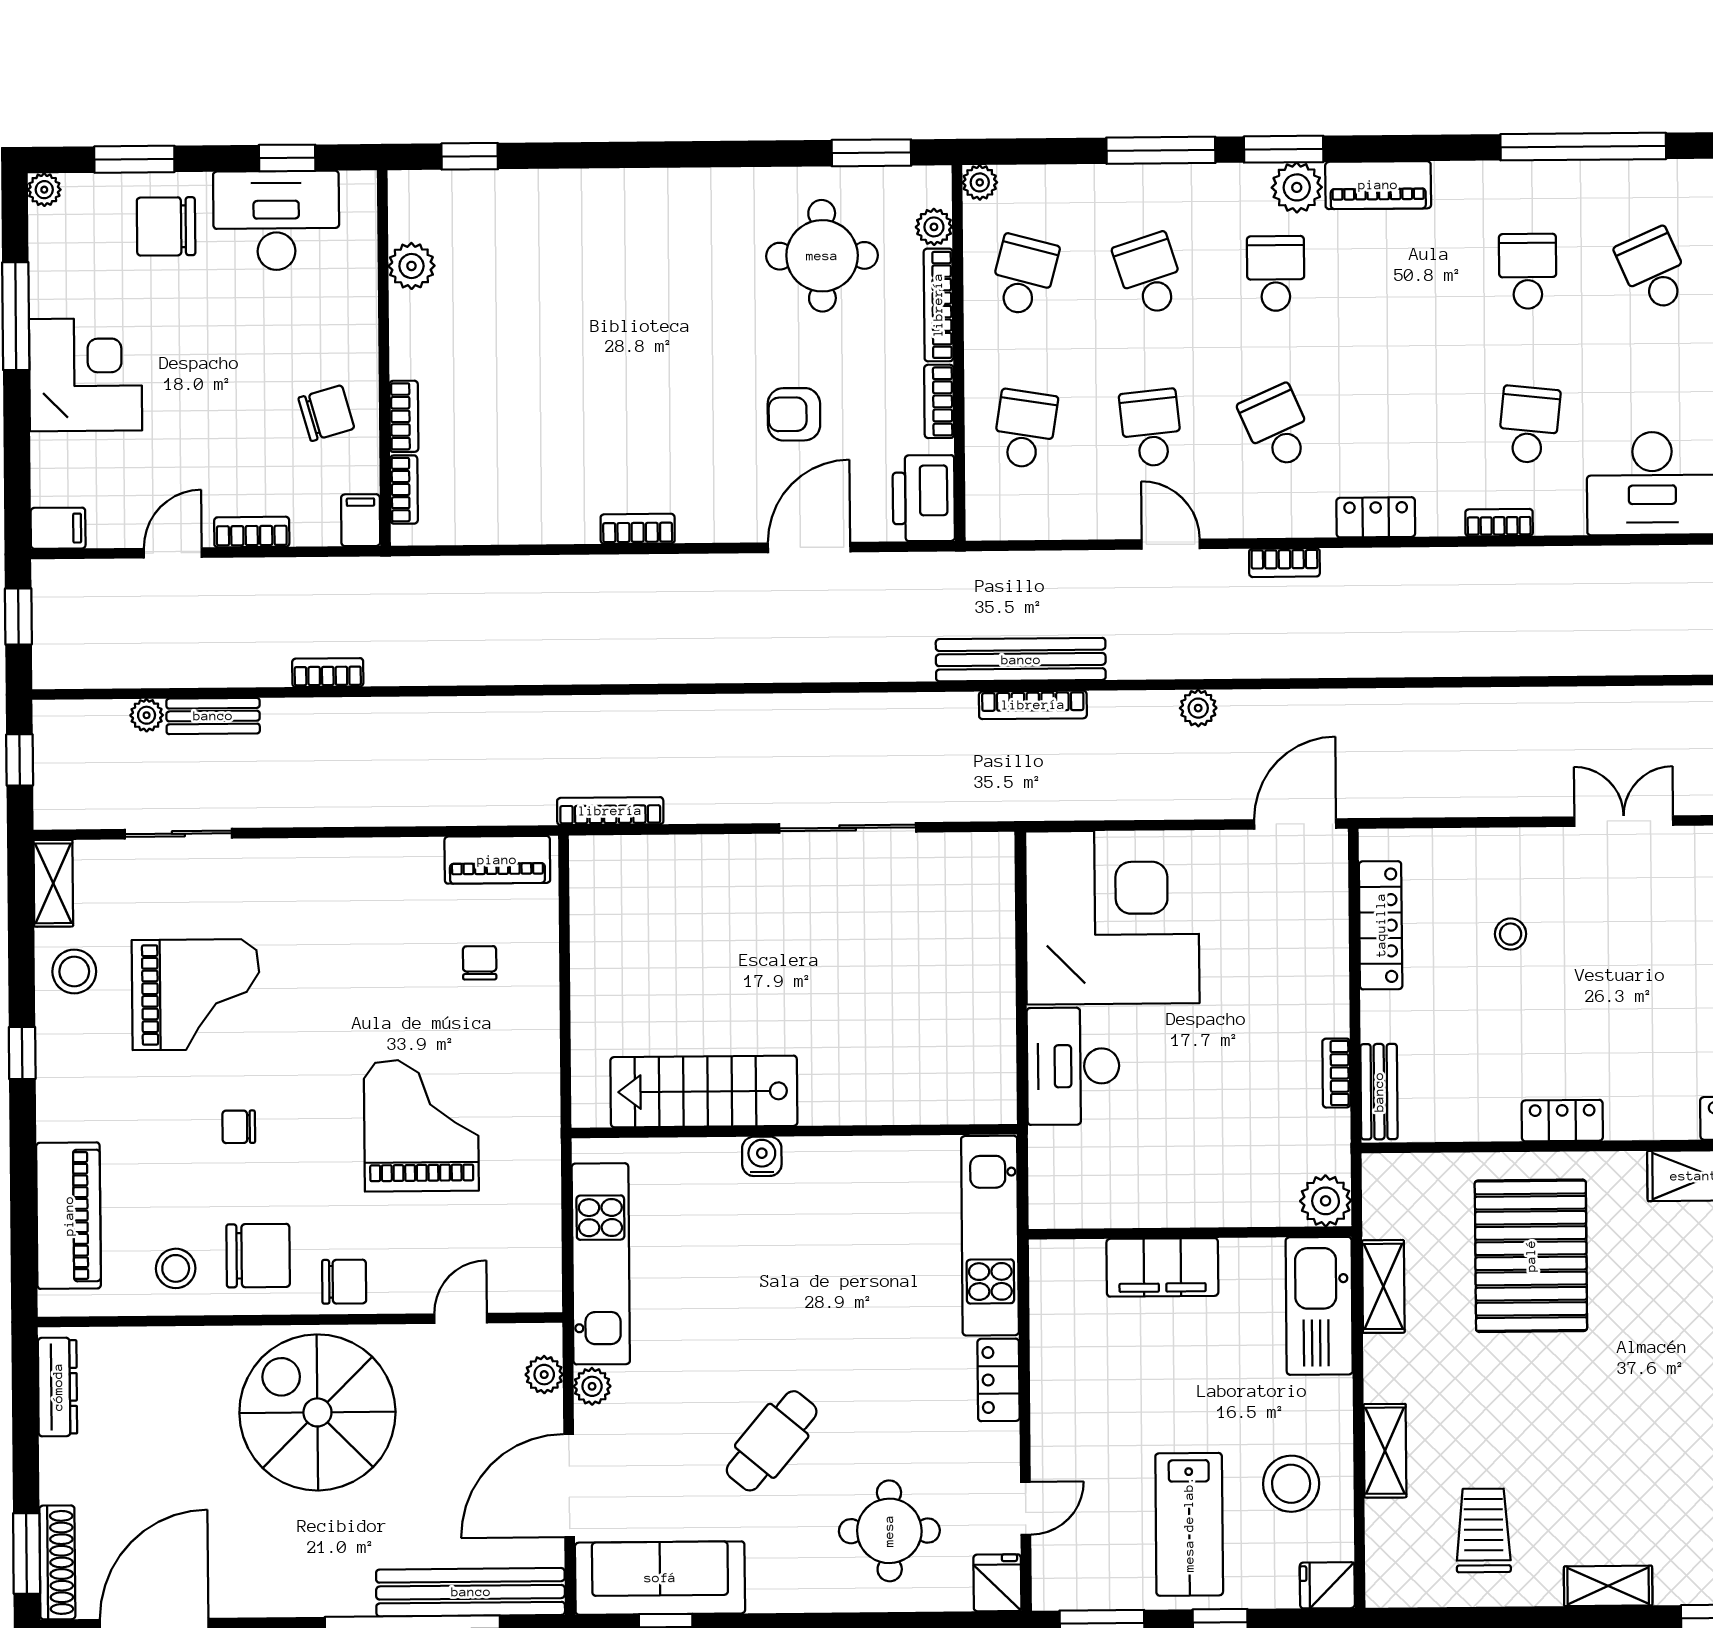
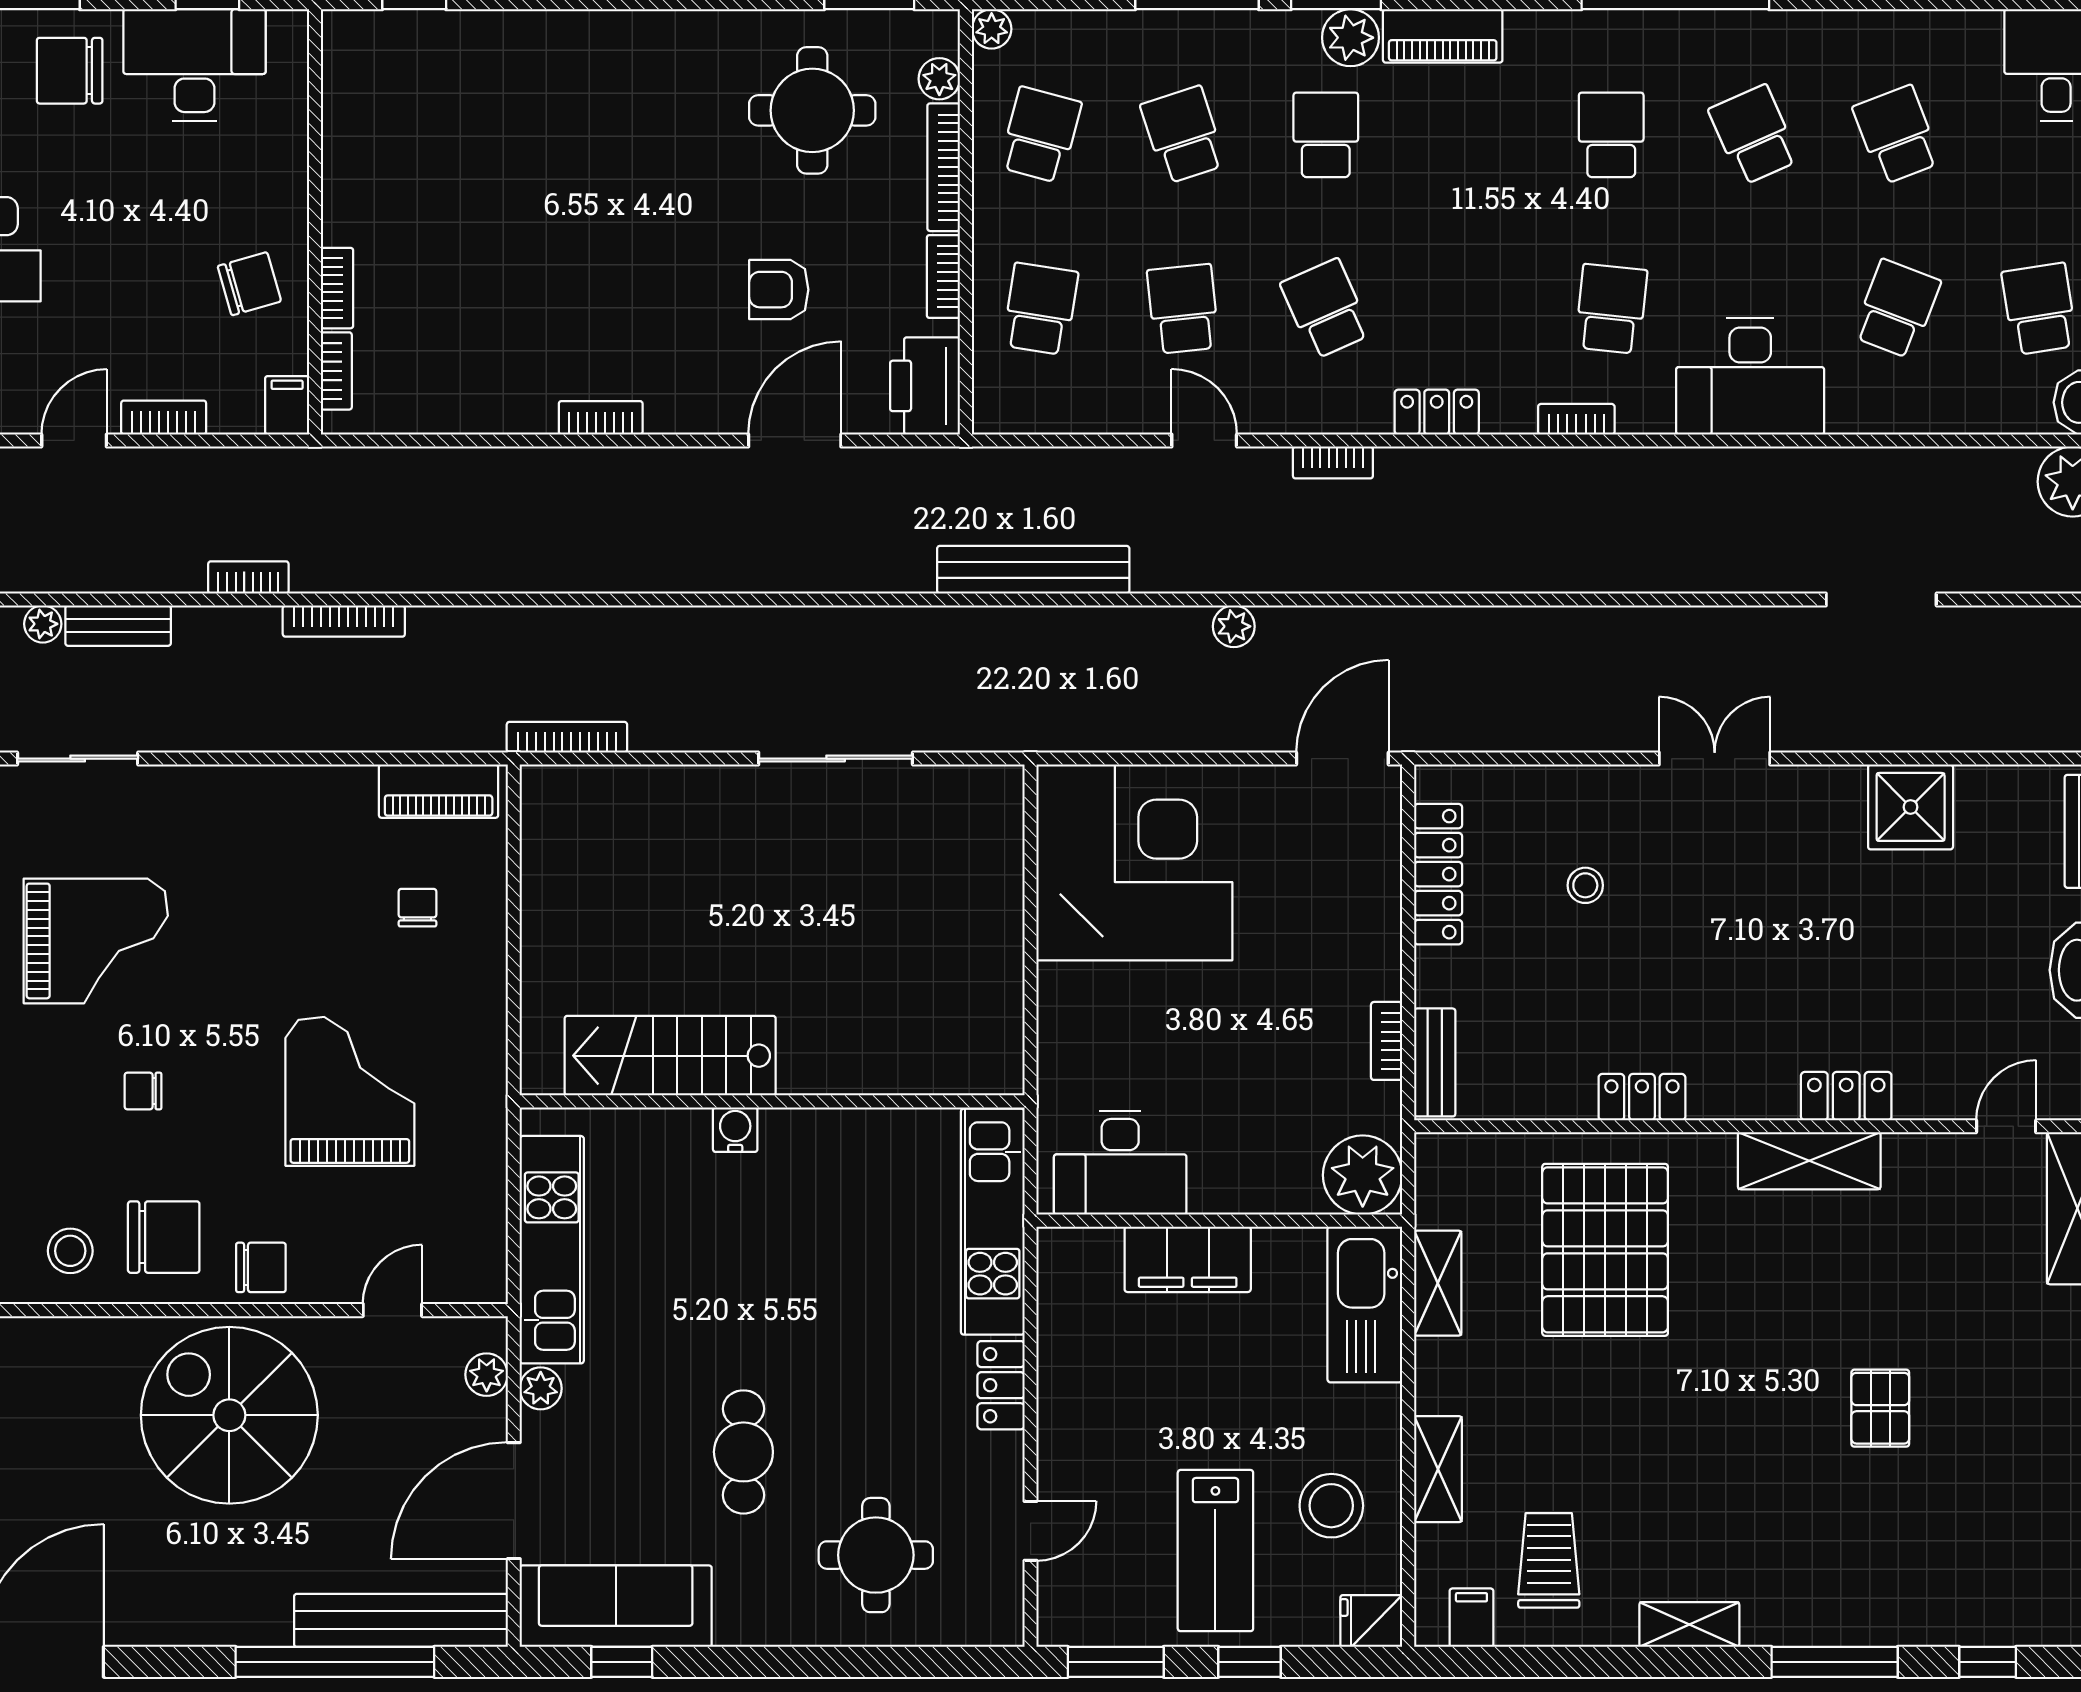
plant: (411, 266) -> (347, 118), removed
bookcase: (1033, 705) -> (344, 621), moved
desk: (1073, 1066) -> (1120, 1163), moved, turned -90
plant: (1326, 1201) -> (1363, 1175), width x1.36, depth x1.36
cafe table: (772, 1441) -> (743, 1452), turned -40
filing cabinet: (1416, 1582) -> (1471, 1618), added
fridge: (997, 1583) -> (998, 1615), removed

